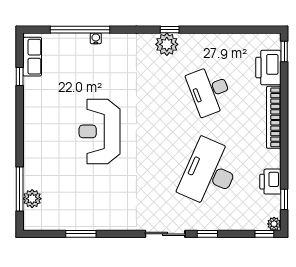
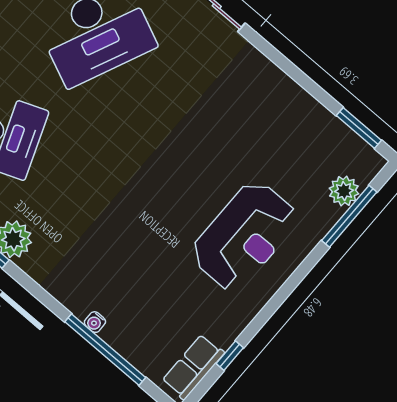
reception desk: (99, 131) -> (244, 236), moved
window: (81, 234) -> (359, 128), moved

